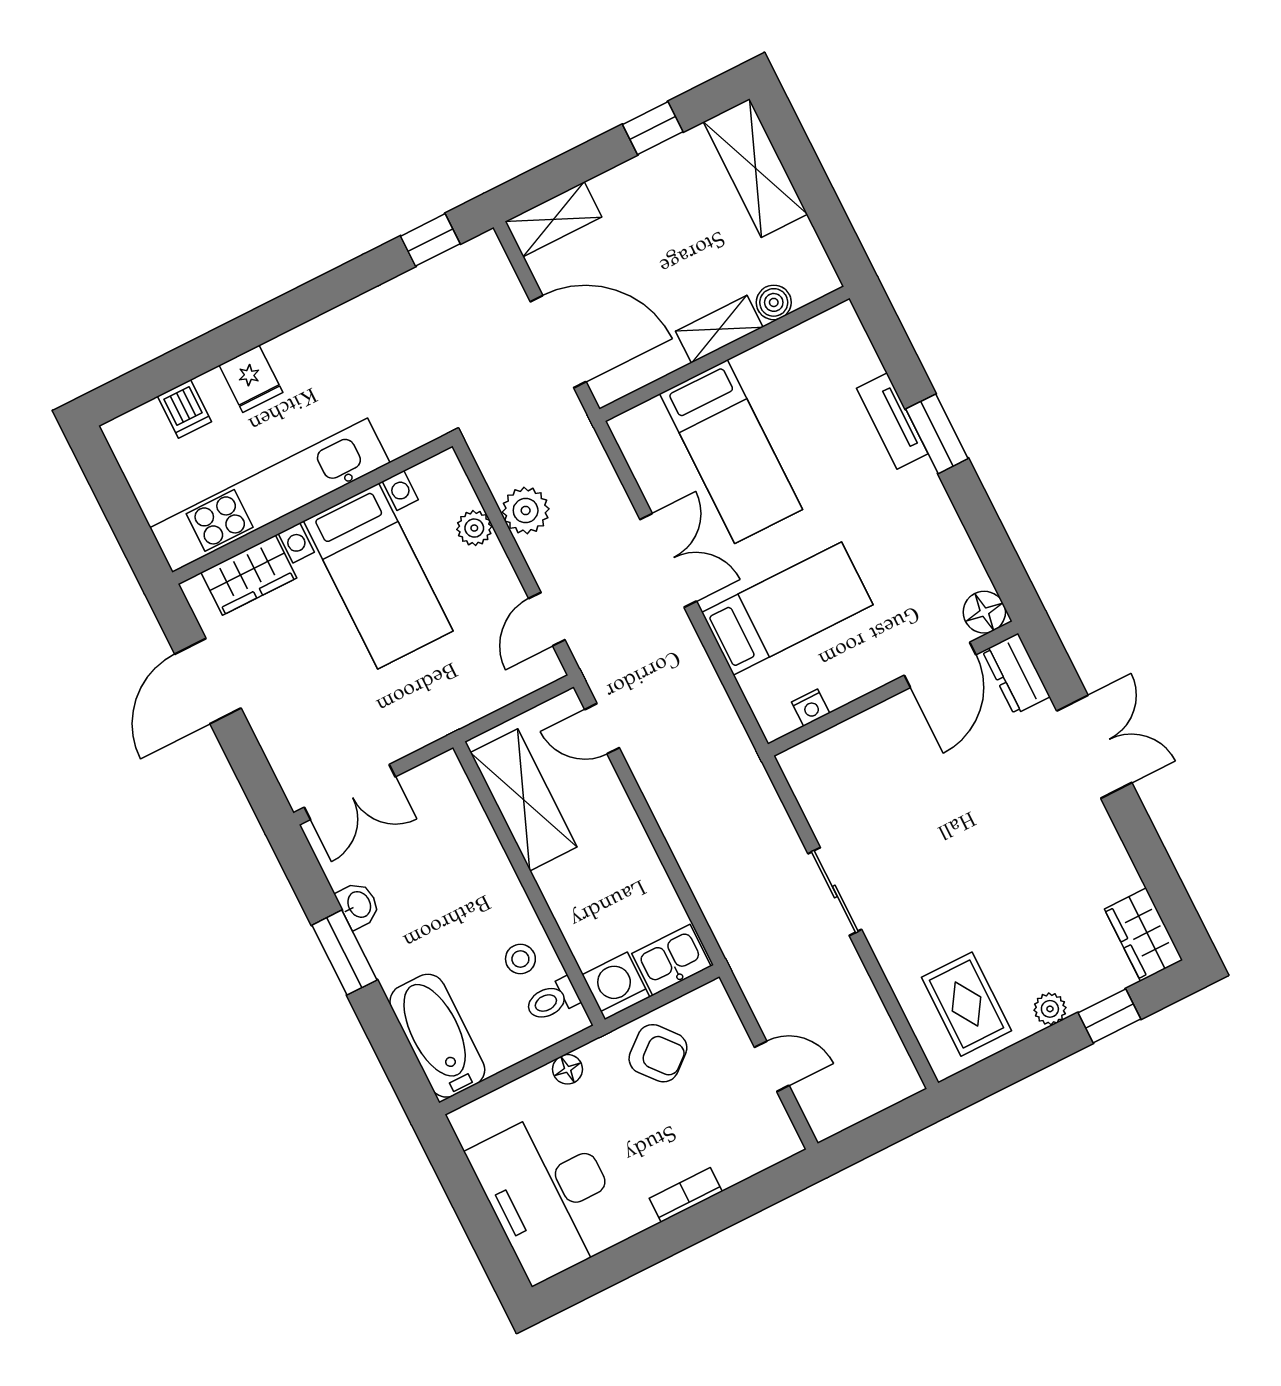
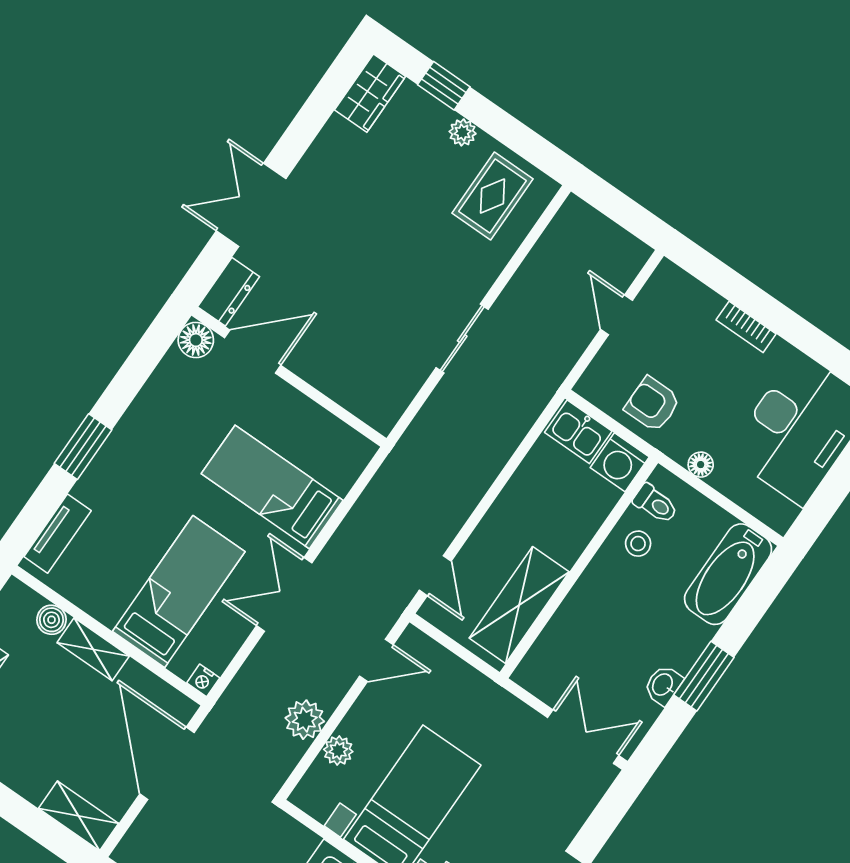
tv unit: (892, 421) -> (58, 534), moved
nightstand: (811, 708) -> (203, 680), moved, turned 180
armchair: (658, 1053) -> (653, 404), turned -50

